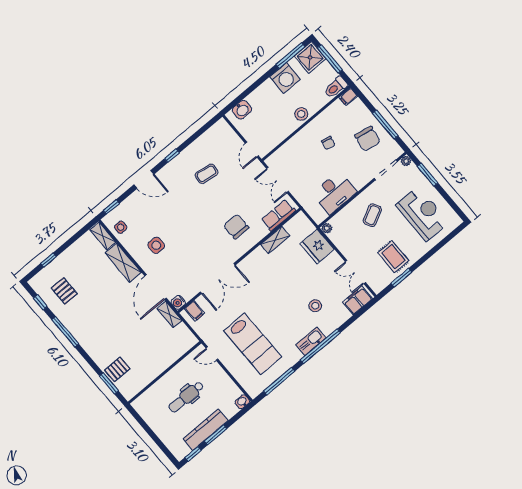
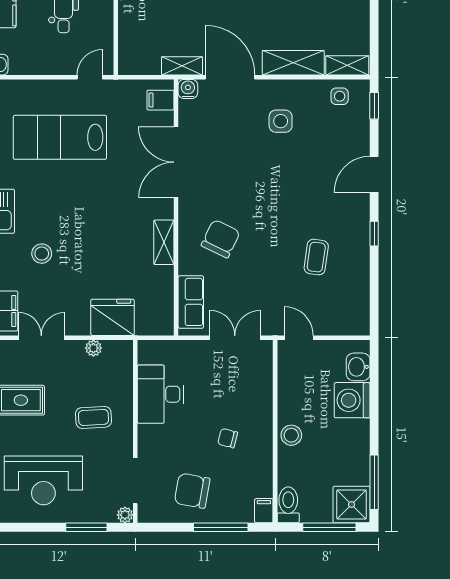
washing machine: (285, 78) -> (352, 400), moved
window: (385, 125) -> (221, 527), moved
coffee table: (372, 215) -> (93, 417), turned -66
chair: (236, 227) -> (221, 239), turned -64
plant: (327, 228) -> (93, 348), moved
shelving: (275, 240) -> (164, 242), moved

